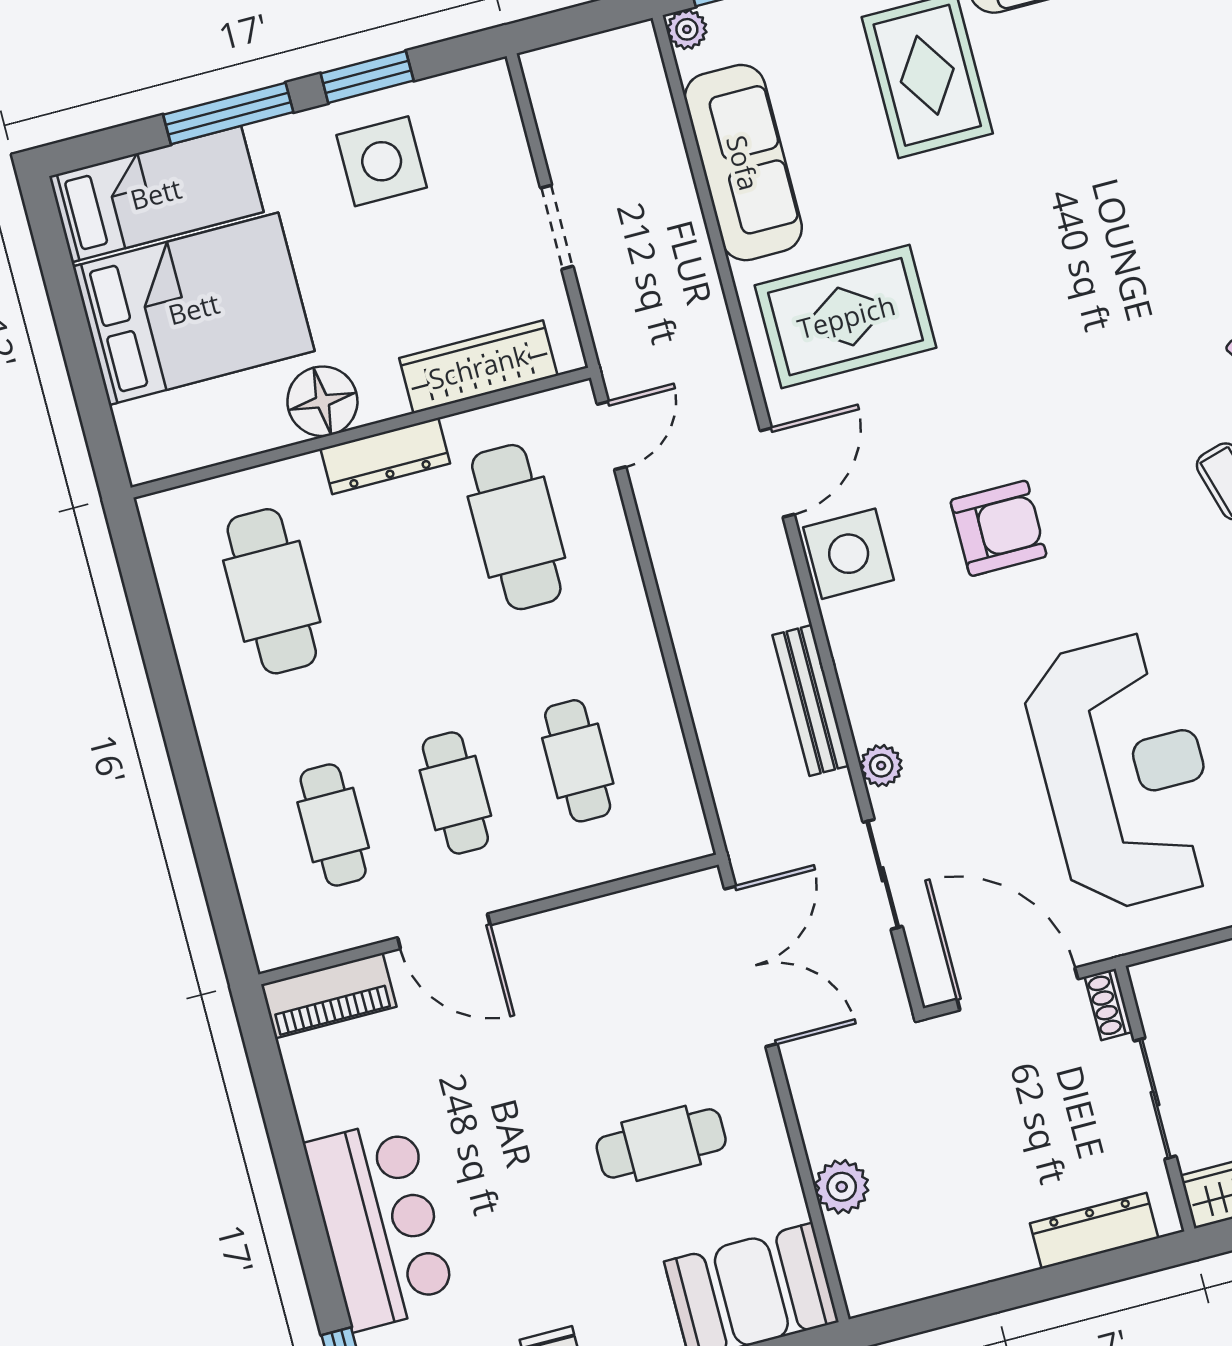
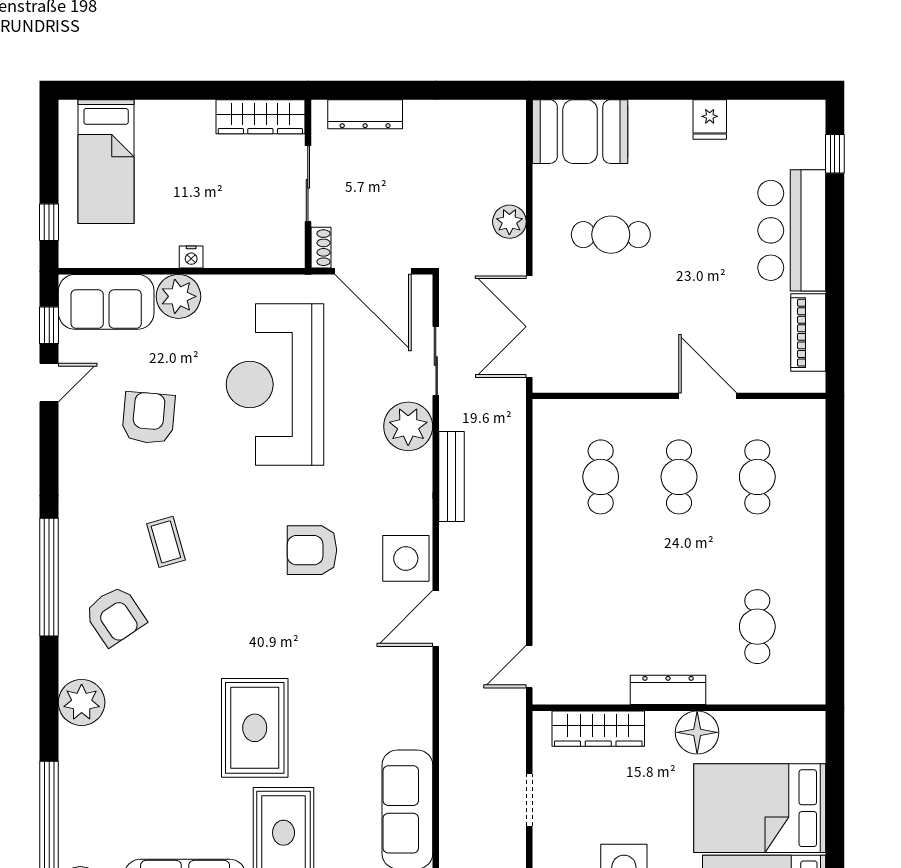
rug: (846, 317) -> (255, 728), moved, turned 90
cafe table: (516, 527) -> (601, 627), removed
cafe table: (272, 591) -> (757, 627), width x0.73, depth x0.74
plant: (881, 766) -> (408, 426), width x1.87, depth x1.87
piano: (329, 996) -> (808, 333), moved, turned -90
plant: (842, 1187) -> (509, 222), moved

